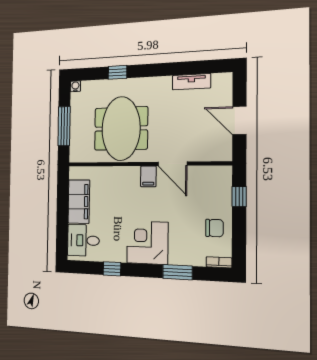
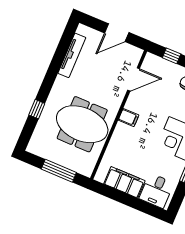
tv unit: (191, 82) -> (72, 55), width x1.41
water cooler: (75, 86) -> (31, 148), removed
door: (173, 164) -> (134, 79), moved

